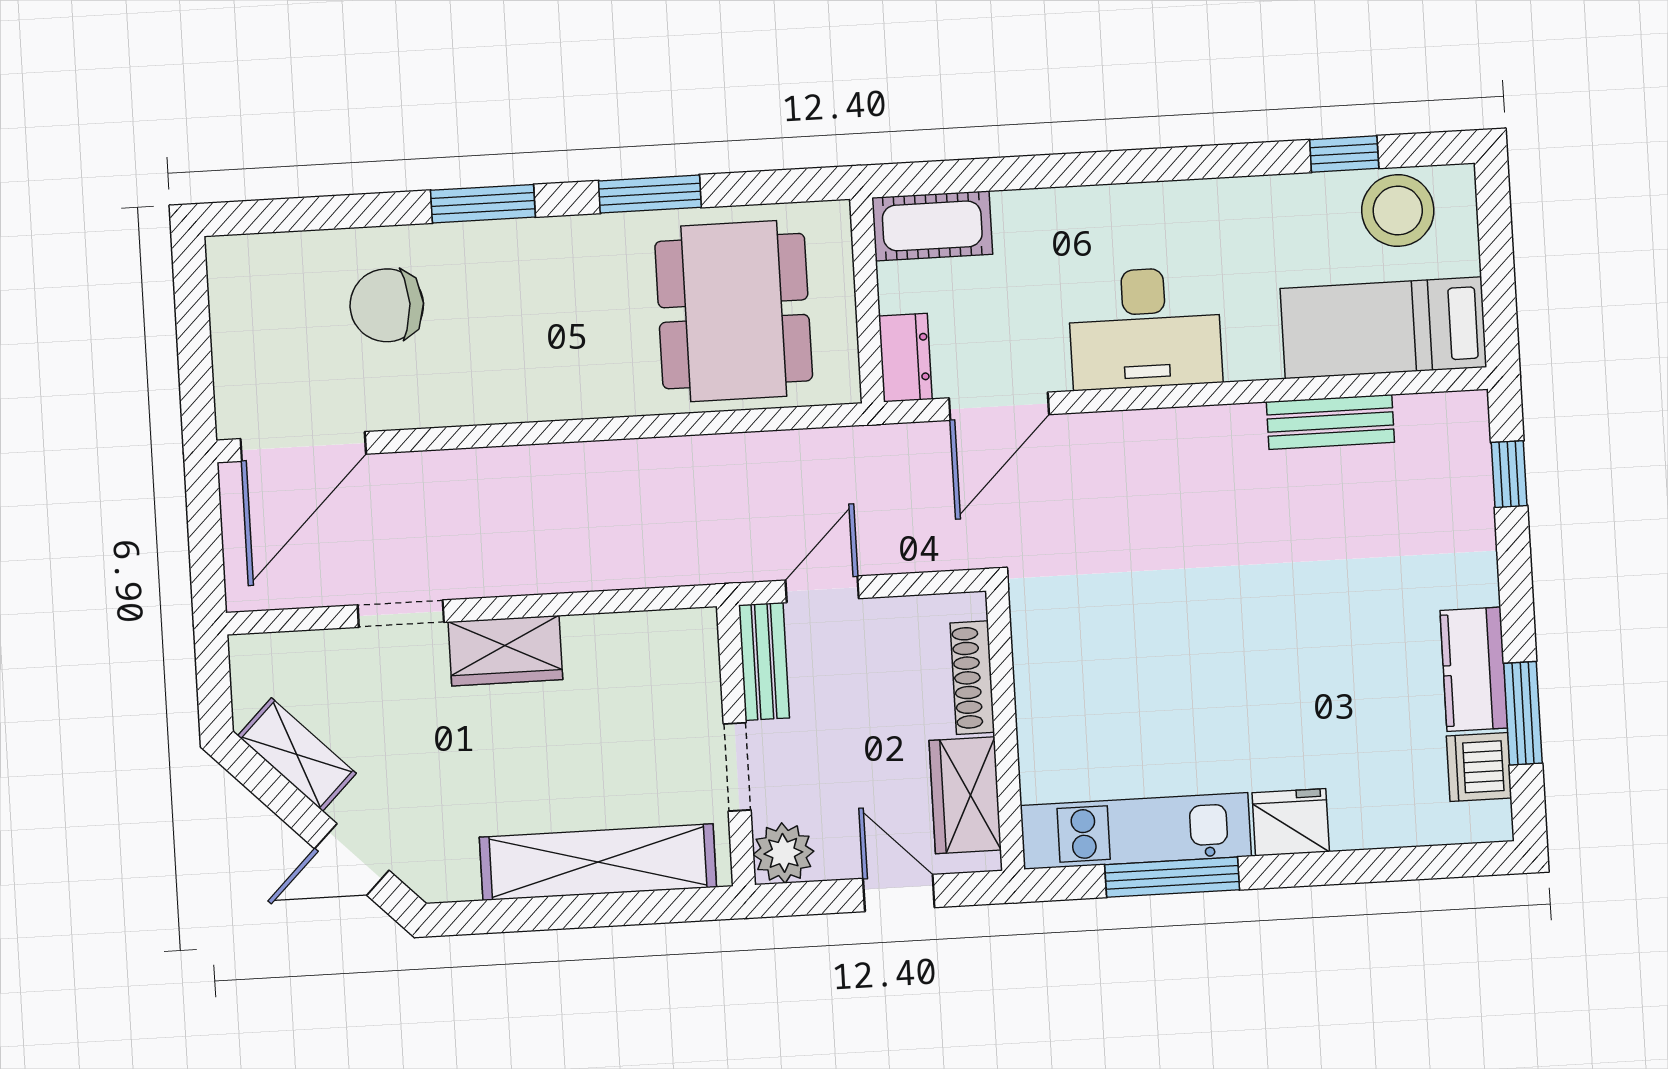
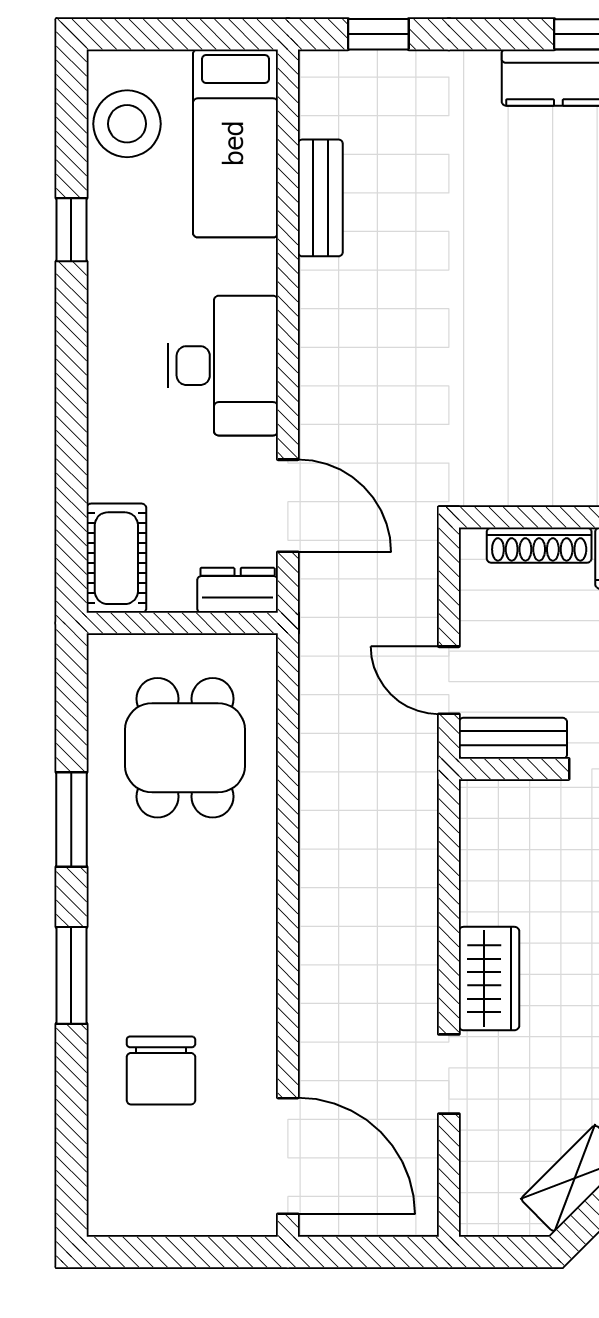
window: (1344, 154) -> (71, 230), moved
dining table: (734, 311) -> (185, 748), width x0.73

